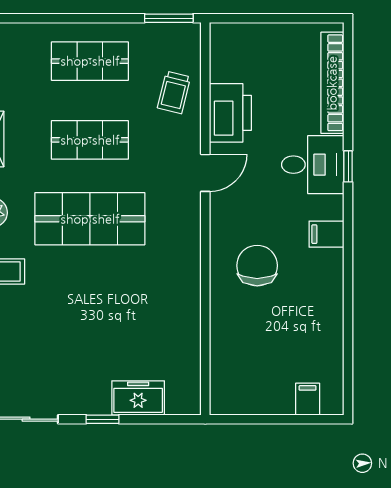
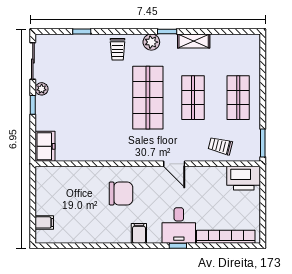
printer: (230, 113) -> (244, 178), moved
freezer: (138, 398) -> (45, 146), moved
plant: (75, 404) -> (42, 89), added

